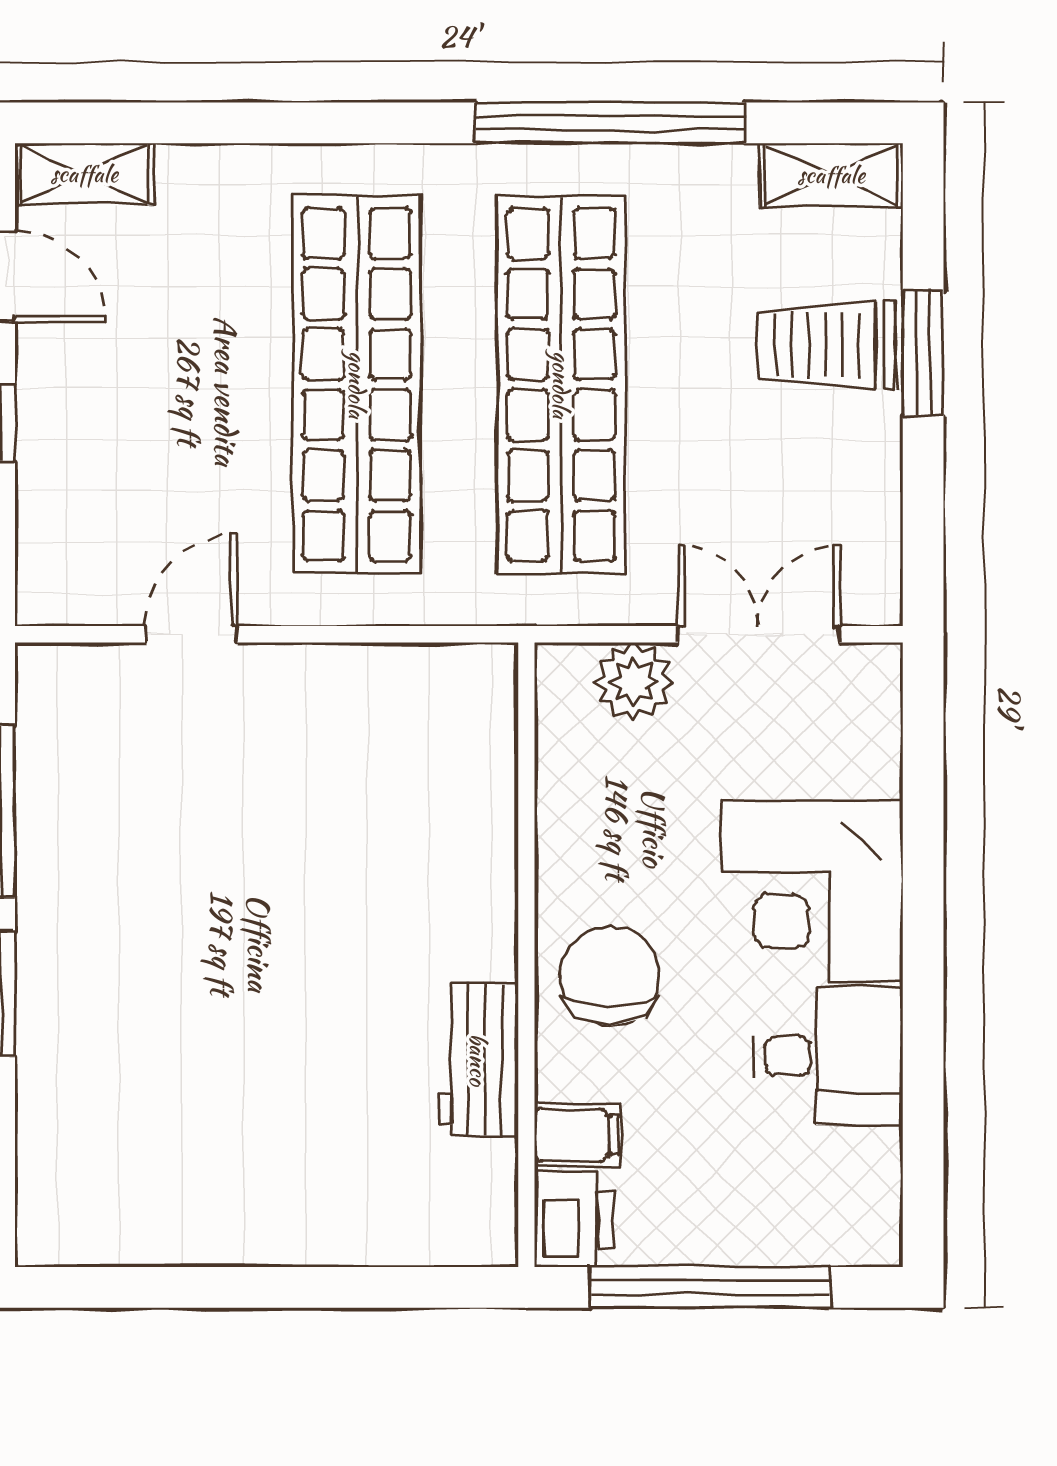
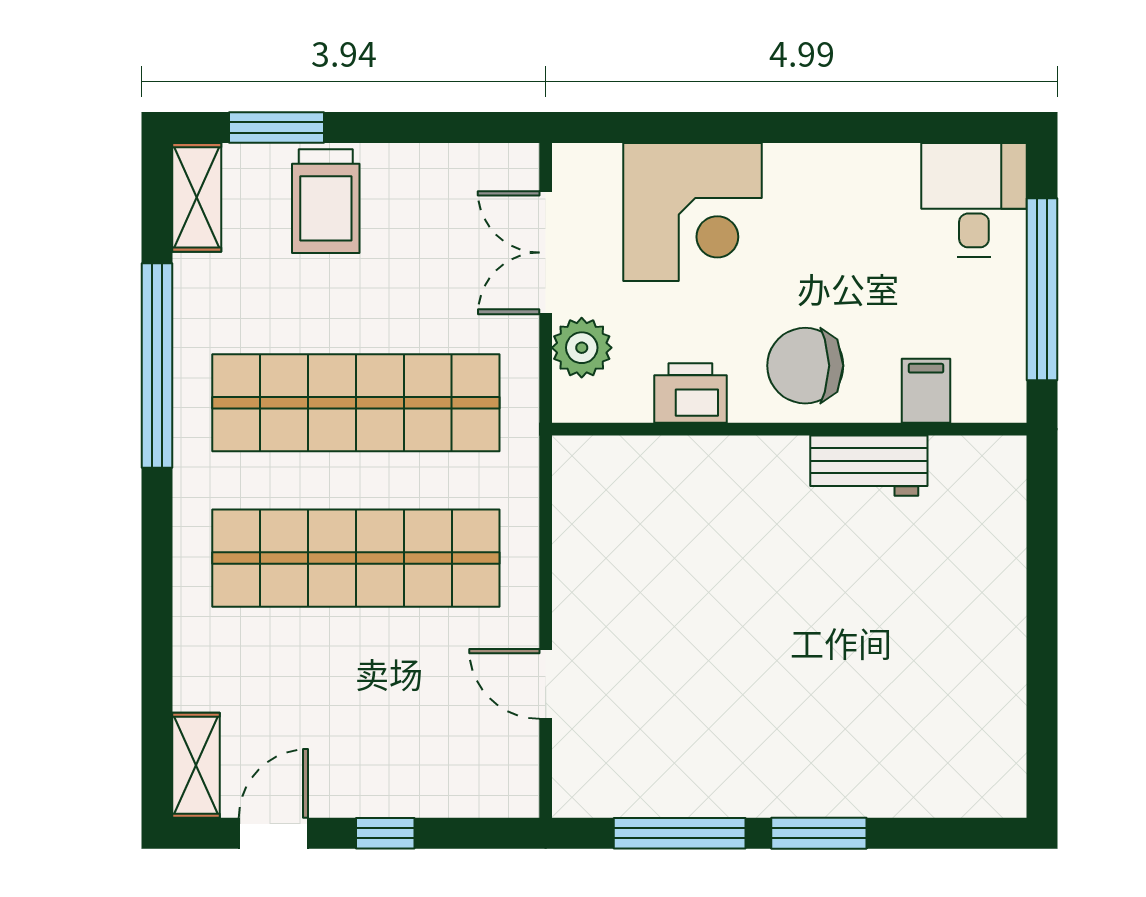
window: (923, 353) -> (277, 128), moved
corner desk: (812, 891) -> (692, 212), moved
desk: (828, 1056) -> (974, 200), moved
printer: (574, 1220) -> (690, 393), moved

